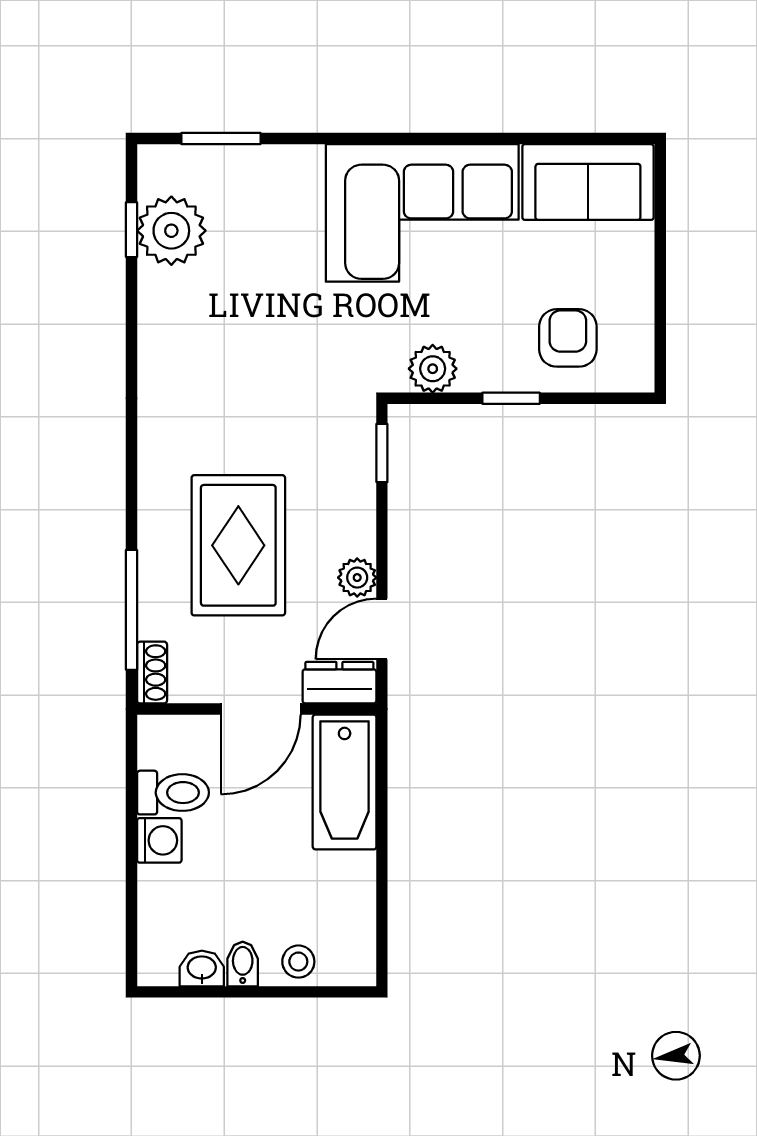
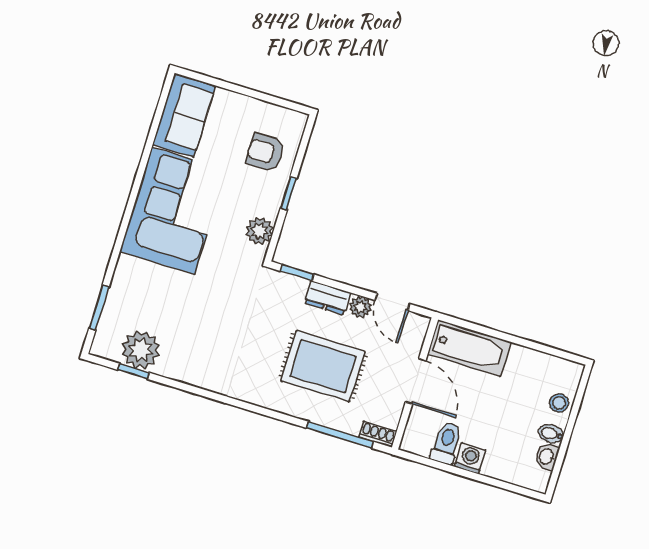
dresser: (339, 683) -> (328, 298), moved, turned -90

